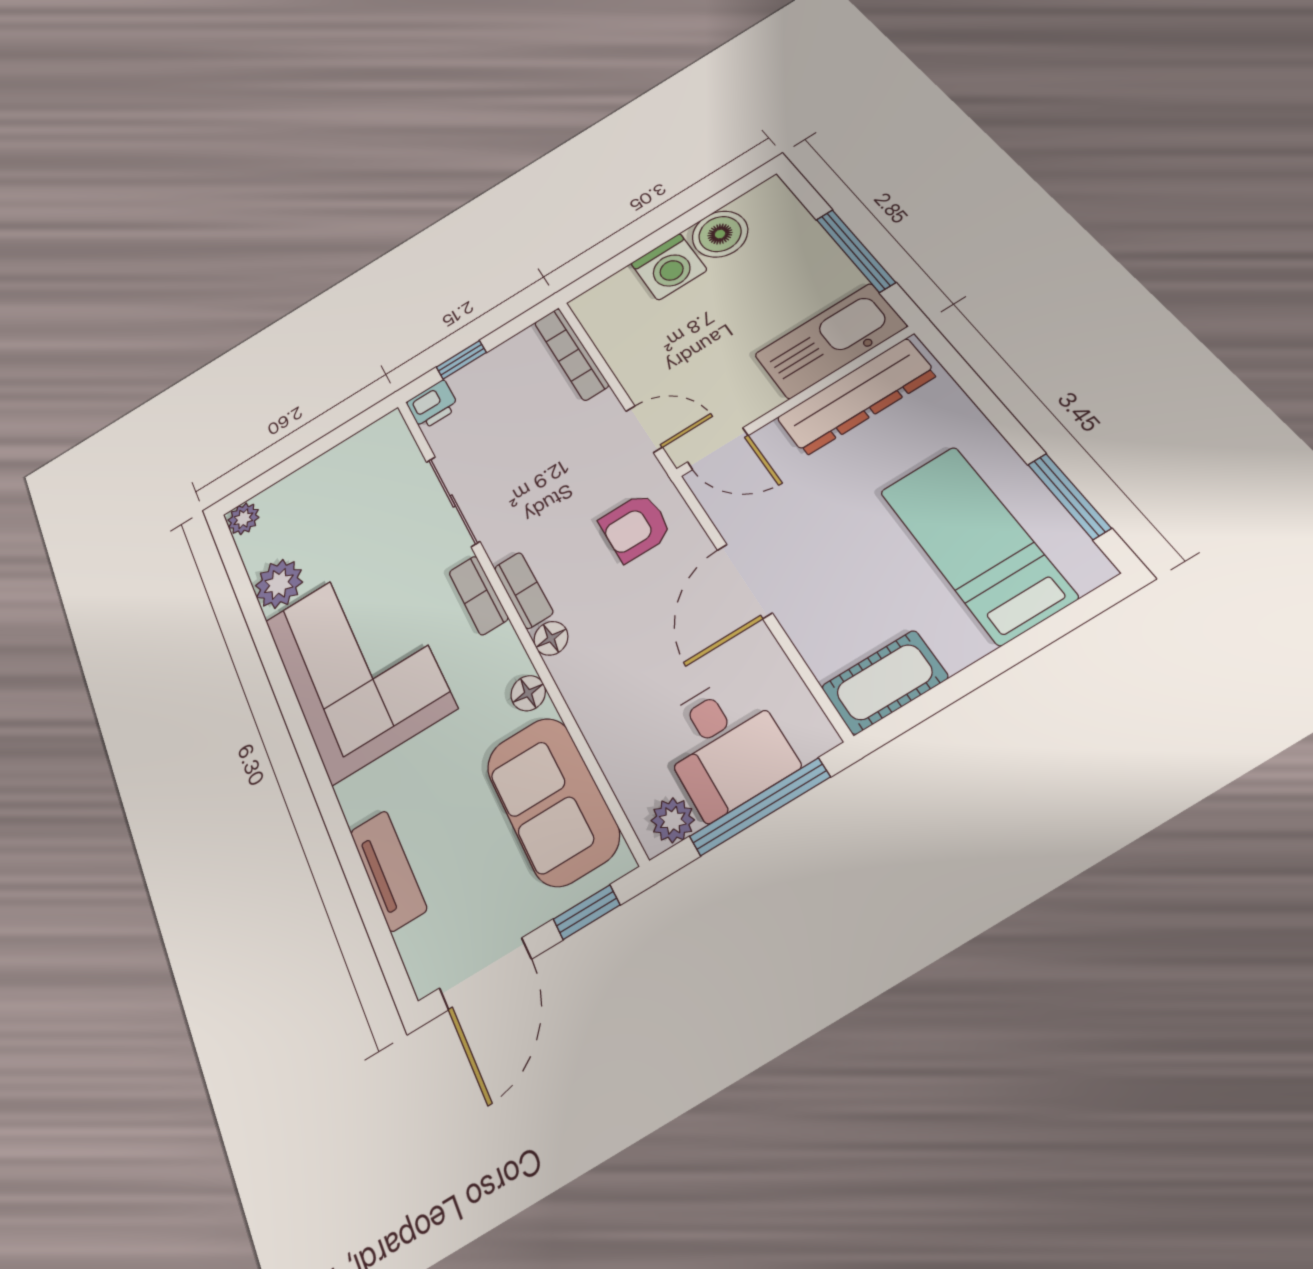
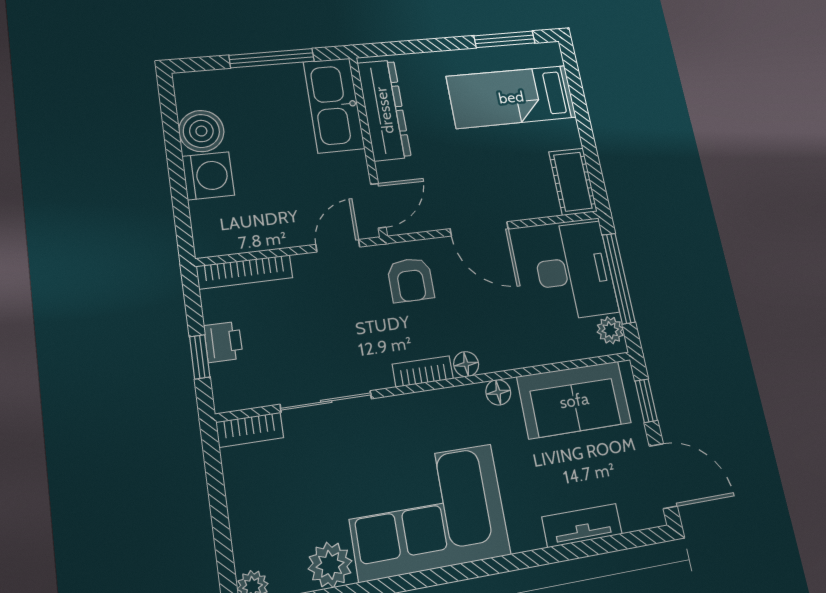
printer: (433, 405) -> (223, 342), moved
bookcase: (478, 595) -> (250, 430), moved
desk: (724, 745) -> (574, 271), width x1.37

